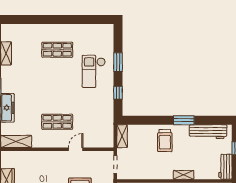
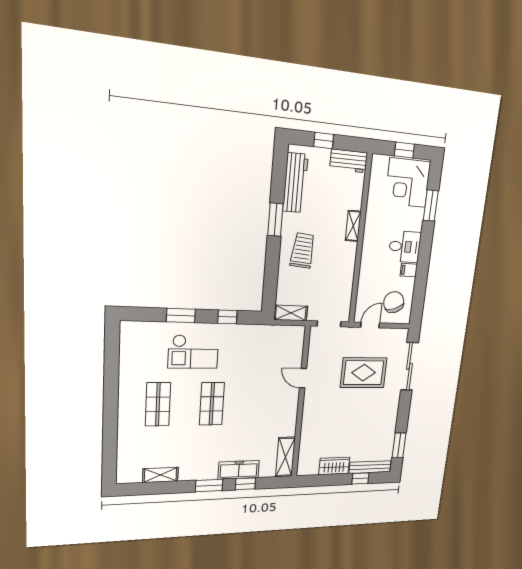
shop shelf: (57, 122) -> (212, 404), moved
trolley: (165, 141) -> (303, 251), turned -85

